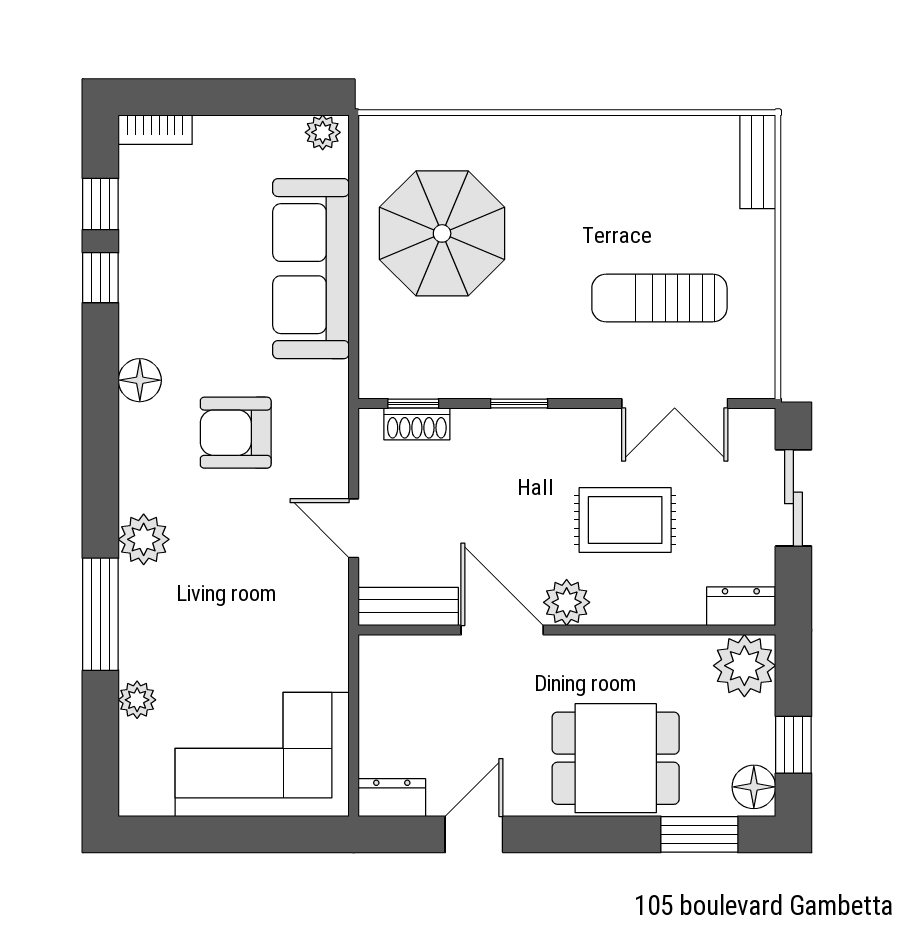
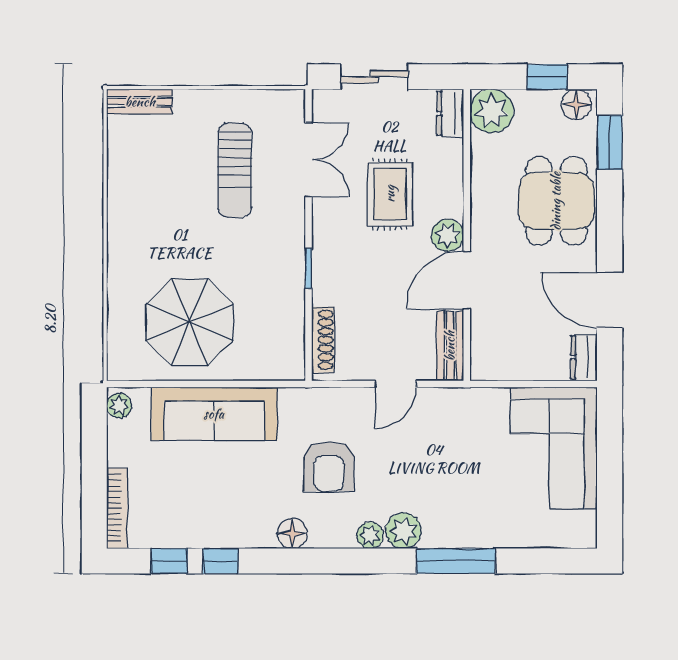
bookcase: (155, 130) -> (117, 508), width x1.56
window: (413, 404) -> (308, 342), removed
shoe rack: (417, 424) -> (323, 340), width x1.43
plant: (137, 700) -> (370, 535), moved
door: (474, 834) -> (610, 300), width x1.38

